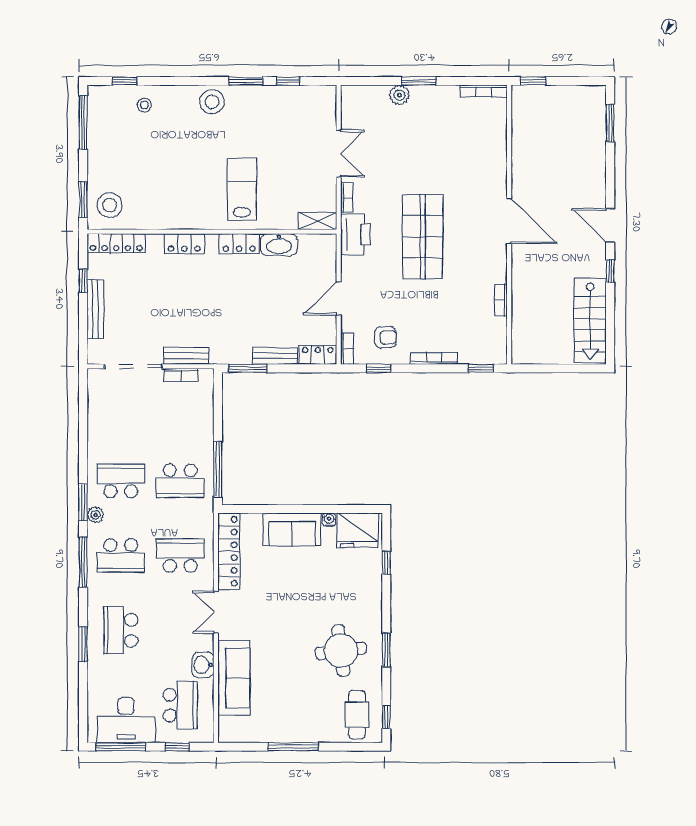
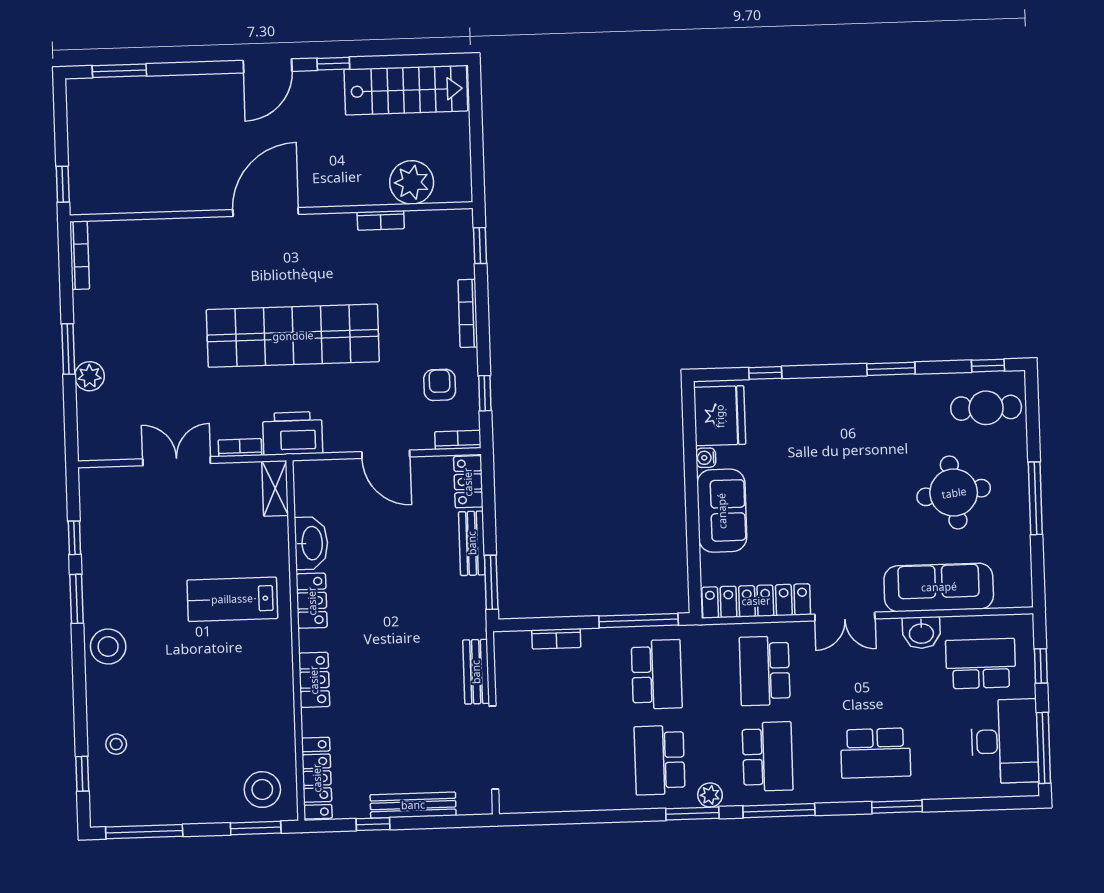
shop shelf: (423, 237) -> (293, 336), width x1.40
plant: (526, 322) -> (412, 182), added
bookcase: (181, 375) -> (556, 639), moved, turned 90
round table: (341, 651) -> (954, 493), moved

